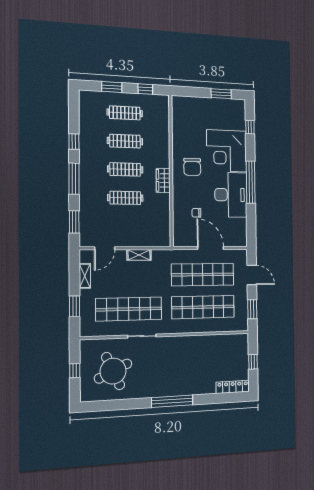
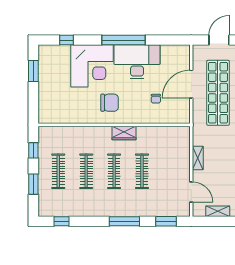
window: (74, 141) -> (62, 221), moved

